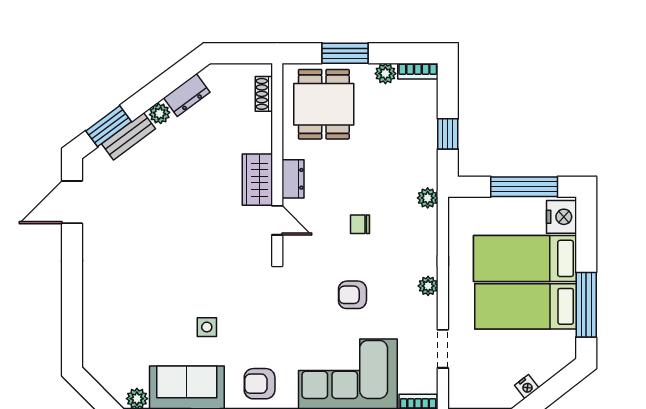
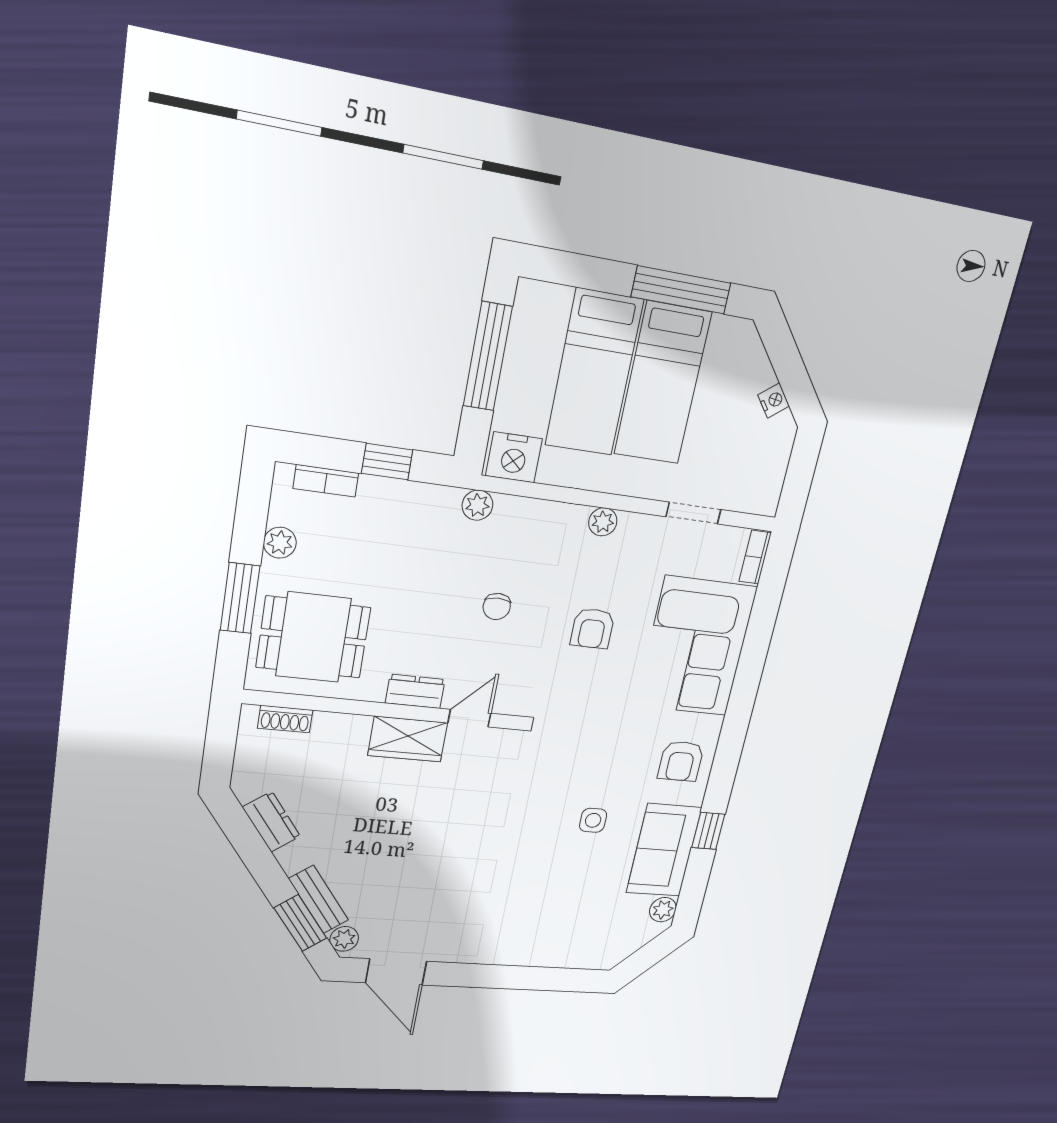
bookcase: (418, 71) -> (326, 481), moved, turned 90
plant: (160, 114) -> (344, 939), moved
nightstand: (561, 217) -> (514, 457), moved, turned 180

